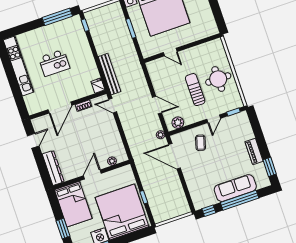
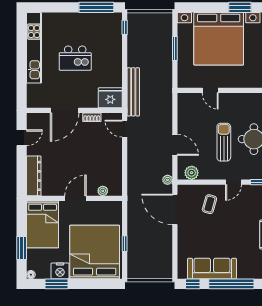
fridge: (98, 86) -> (110, 98), width x1.88, depth x1.34
sofa: (235, 188) -> (212, 268), moved

